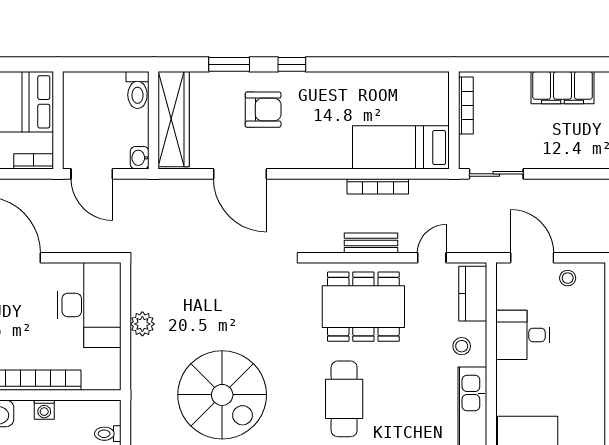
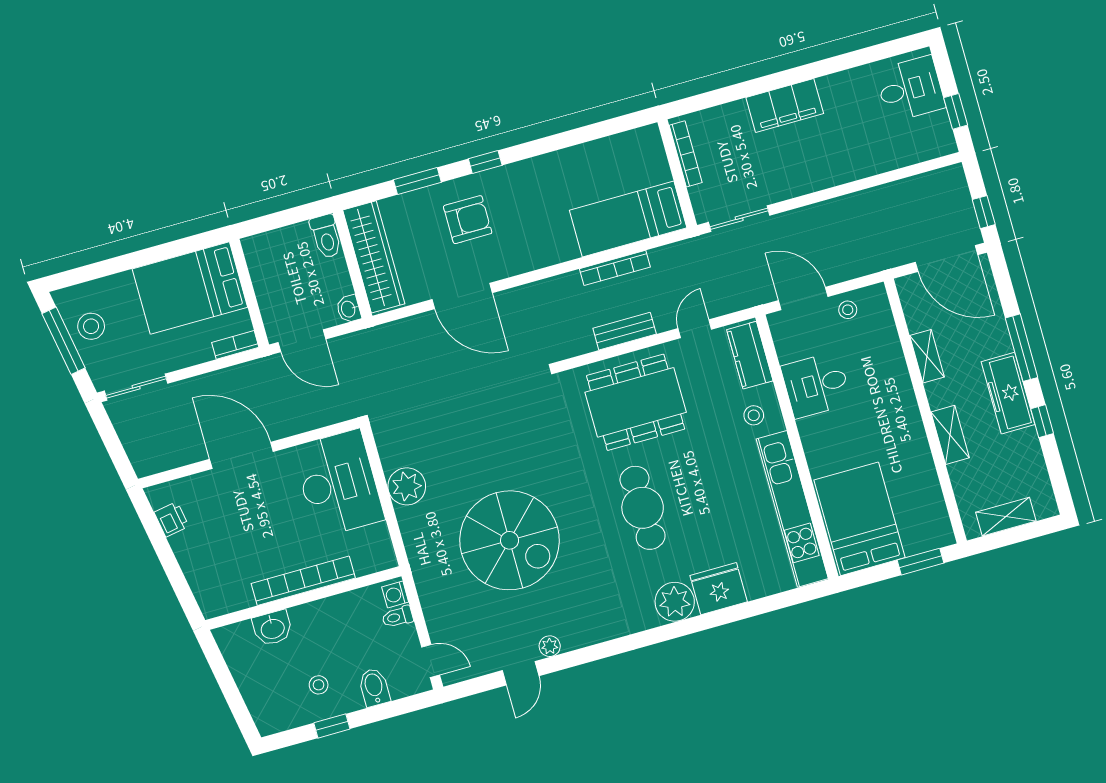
plant: (142, 324) -> (407, 486), width x1.36, depth x1.36
washing machine: (44, 410) -> (395, 595), moved, turned 90

